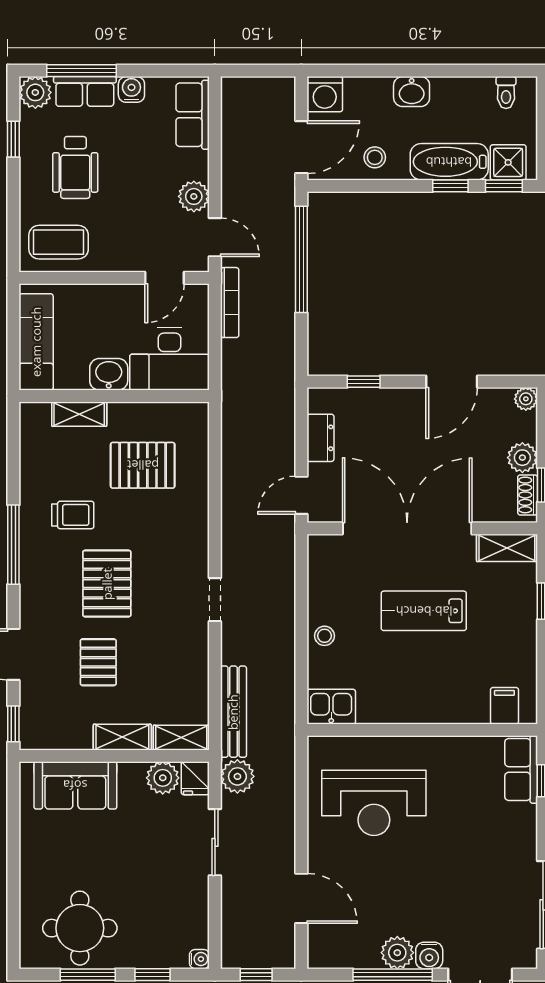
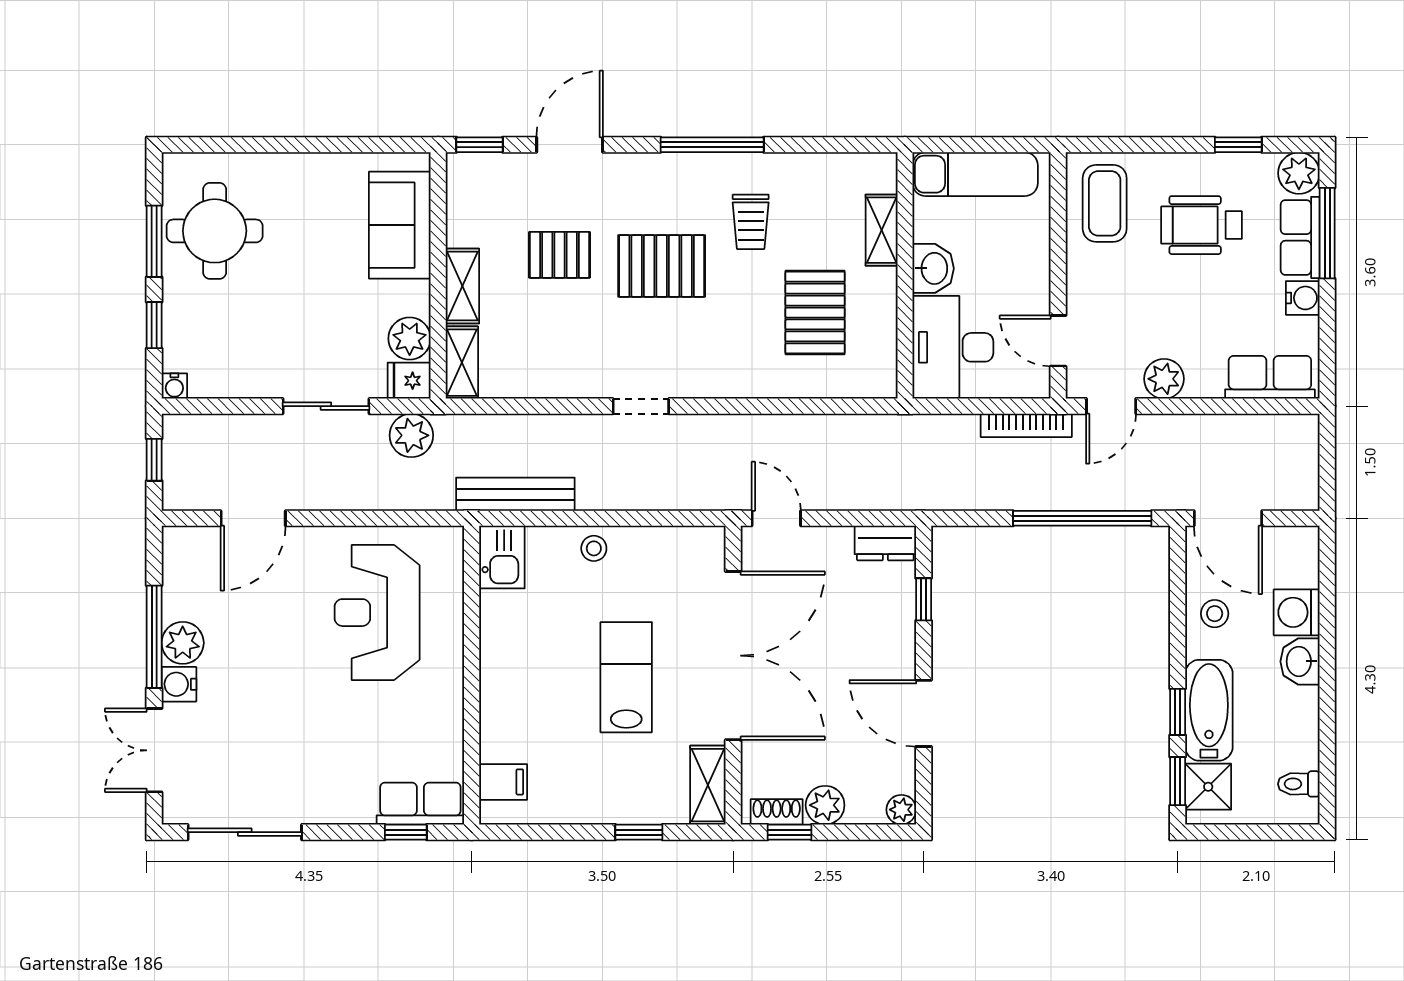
washing machine: (325, 94) -> (1297, 612), moved
dresser: (320, 438) -> (885, 543), moved
bench: (233, 712) -> (515, 494), moved

